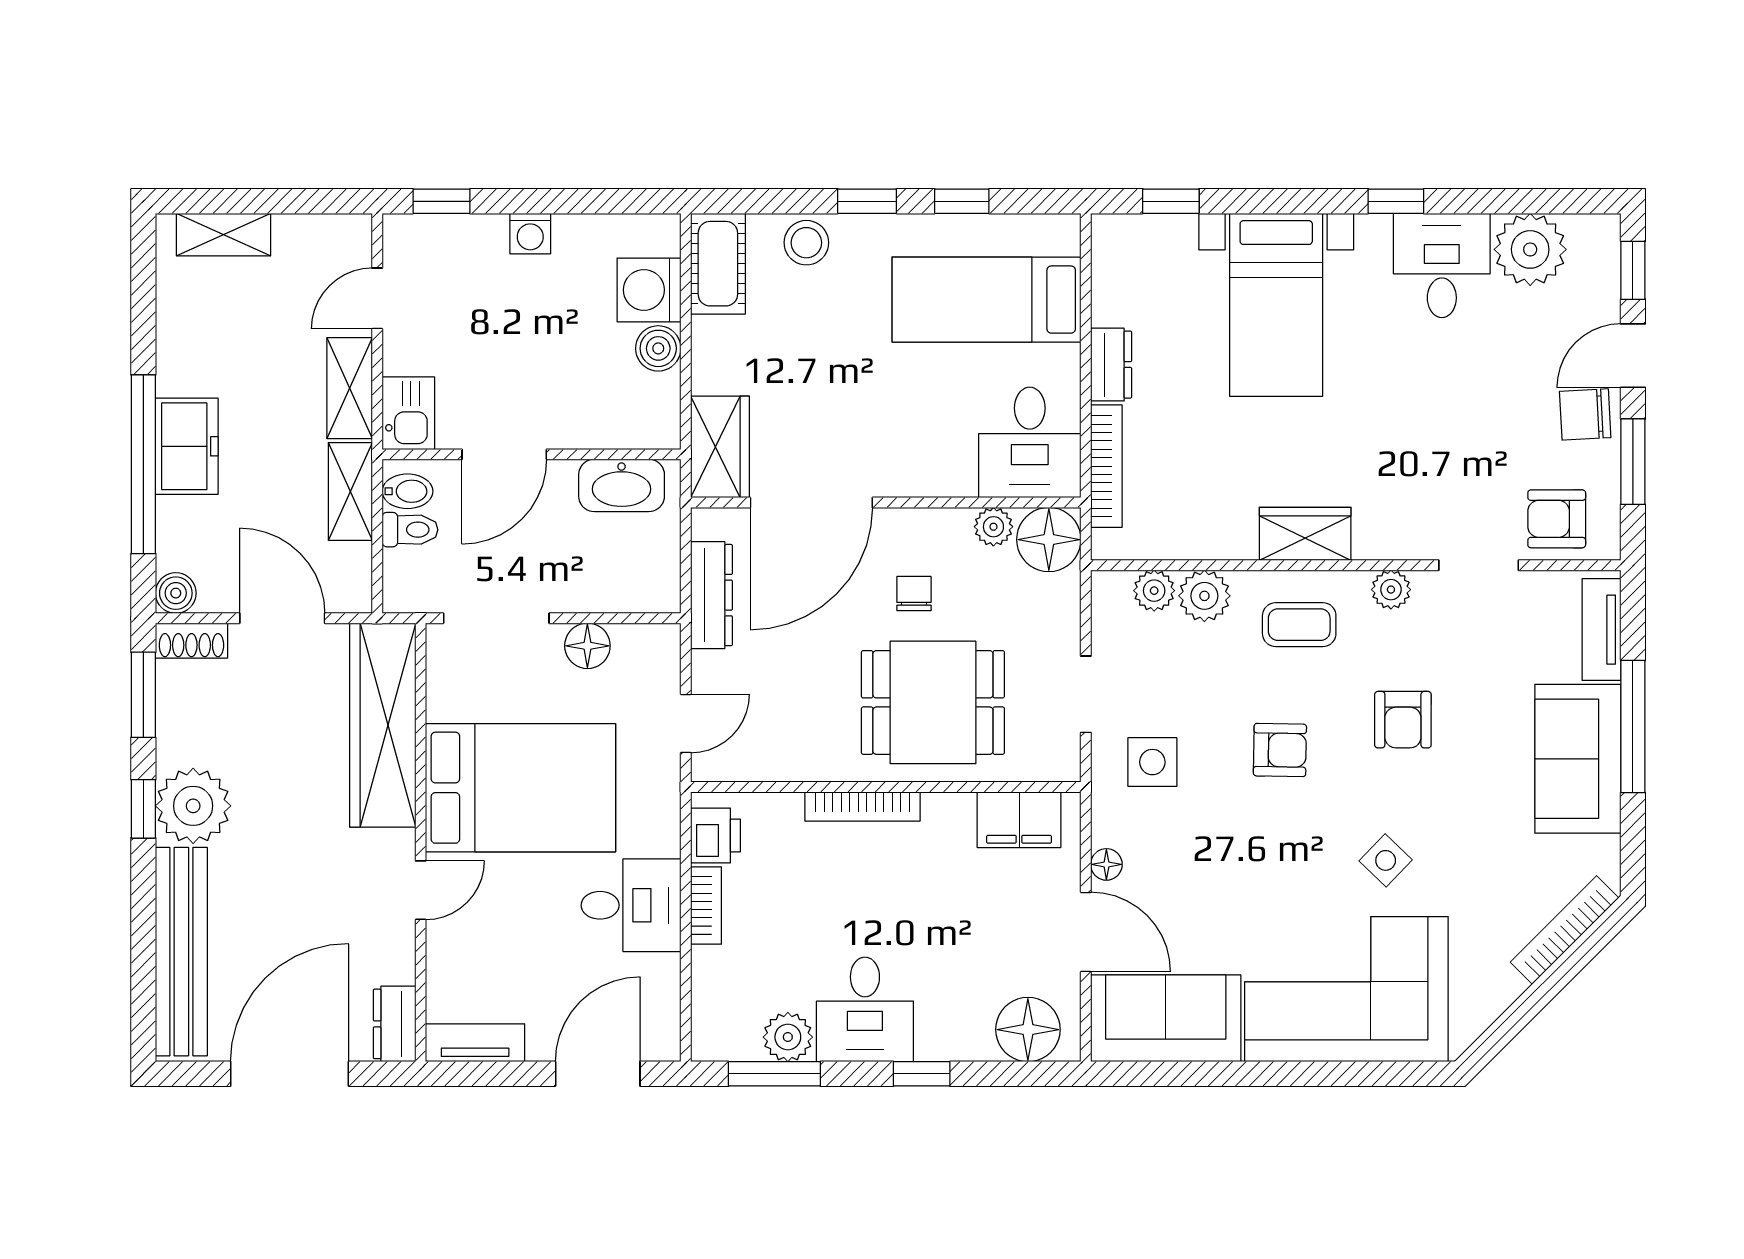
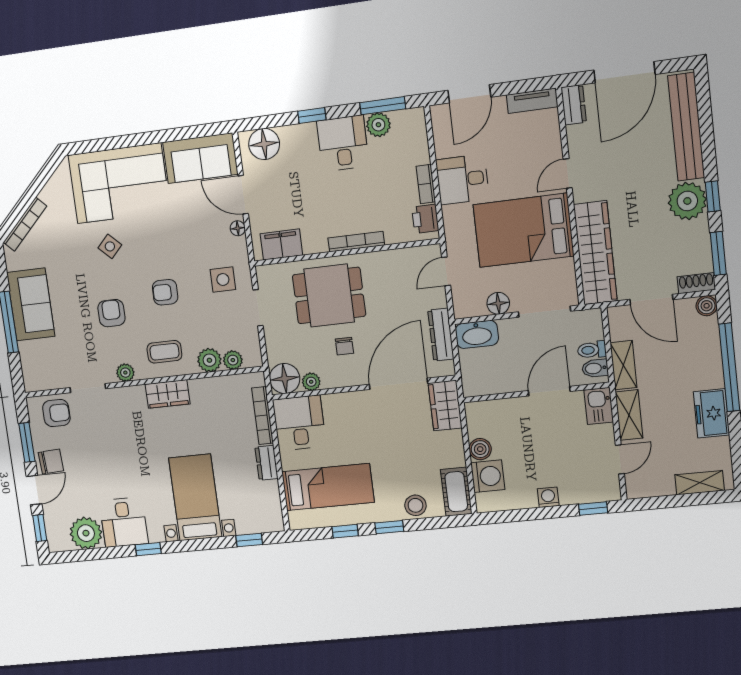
freezer: (187, 446) -> (711, 413), moved
washbasin: (622, 485) -> (477, 334), moved, turned 180
tv unit: (1601, 630) -> (29, 365), removed

